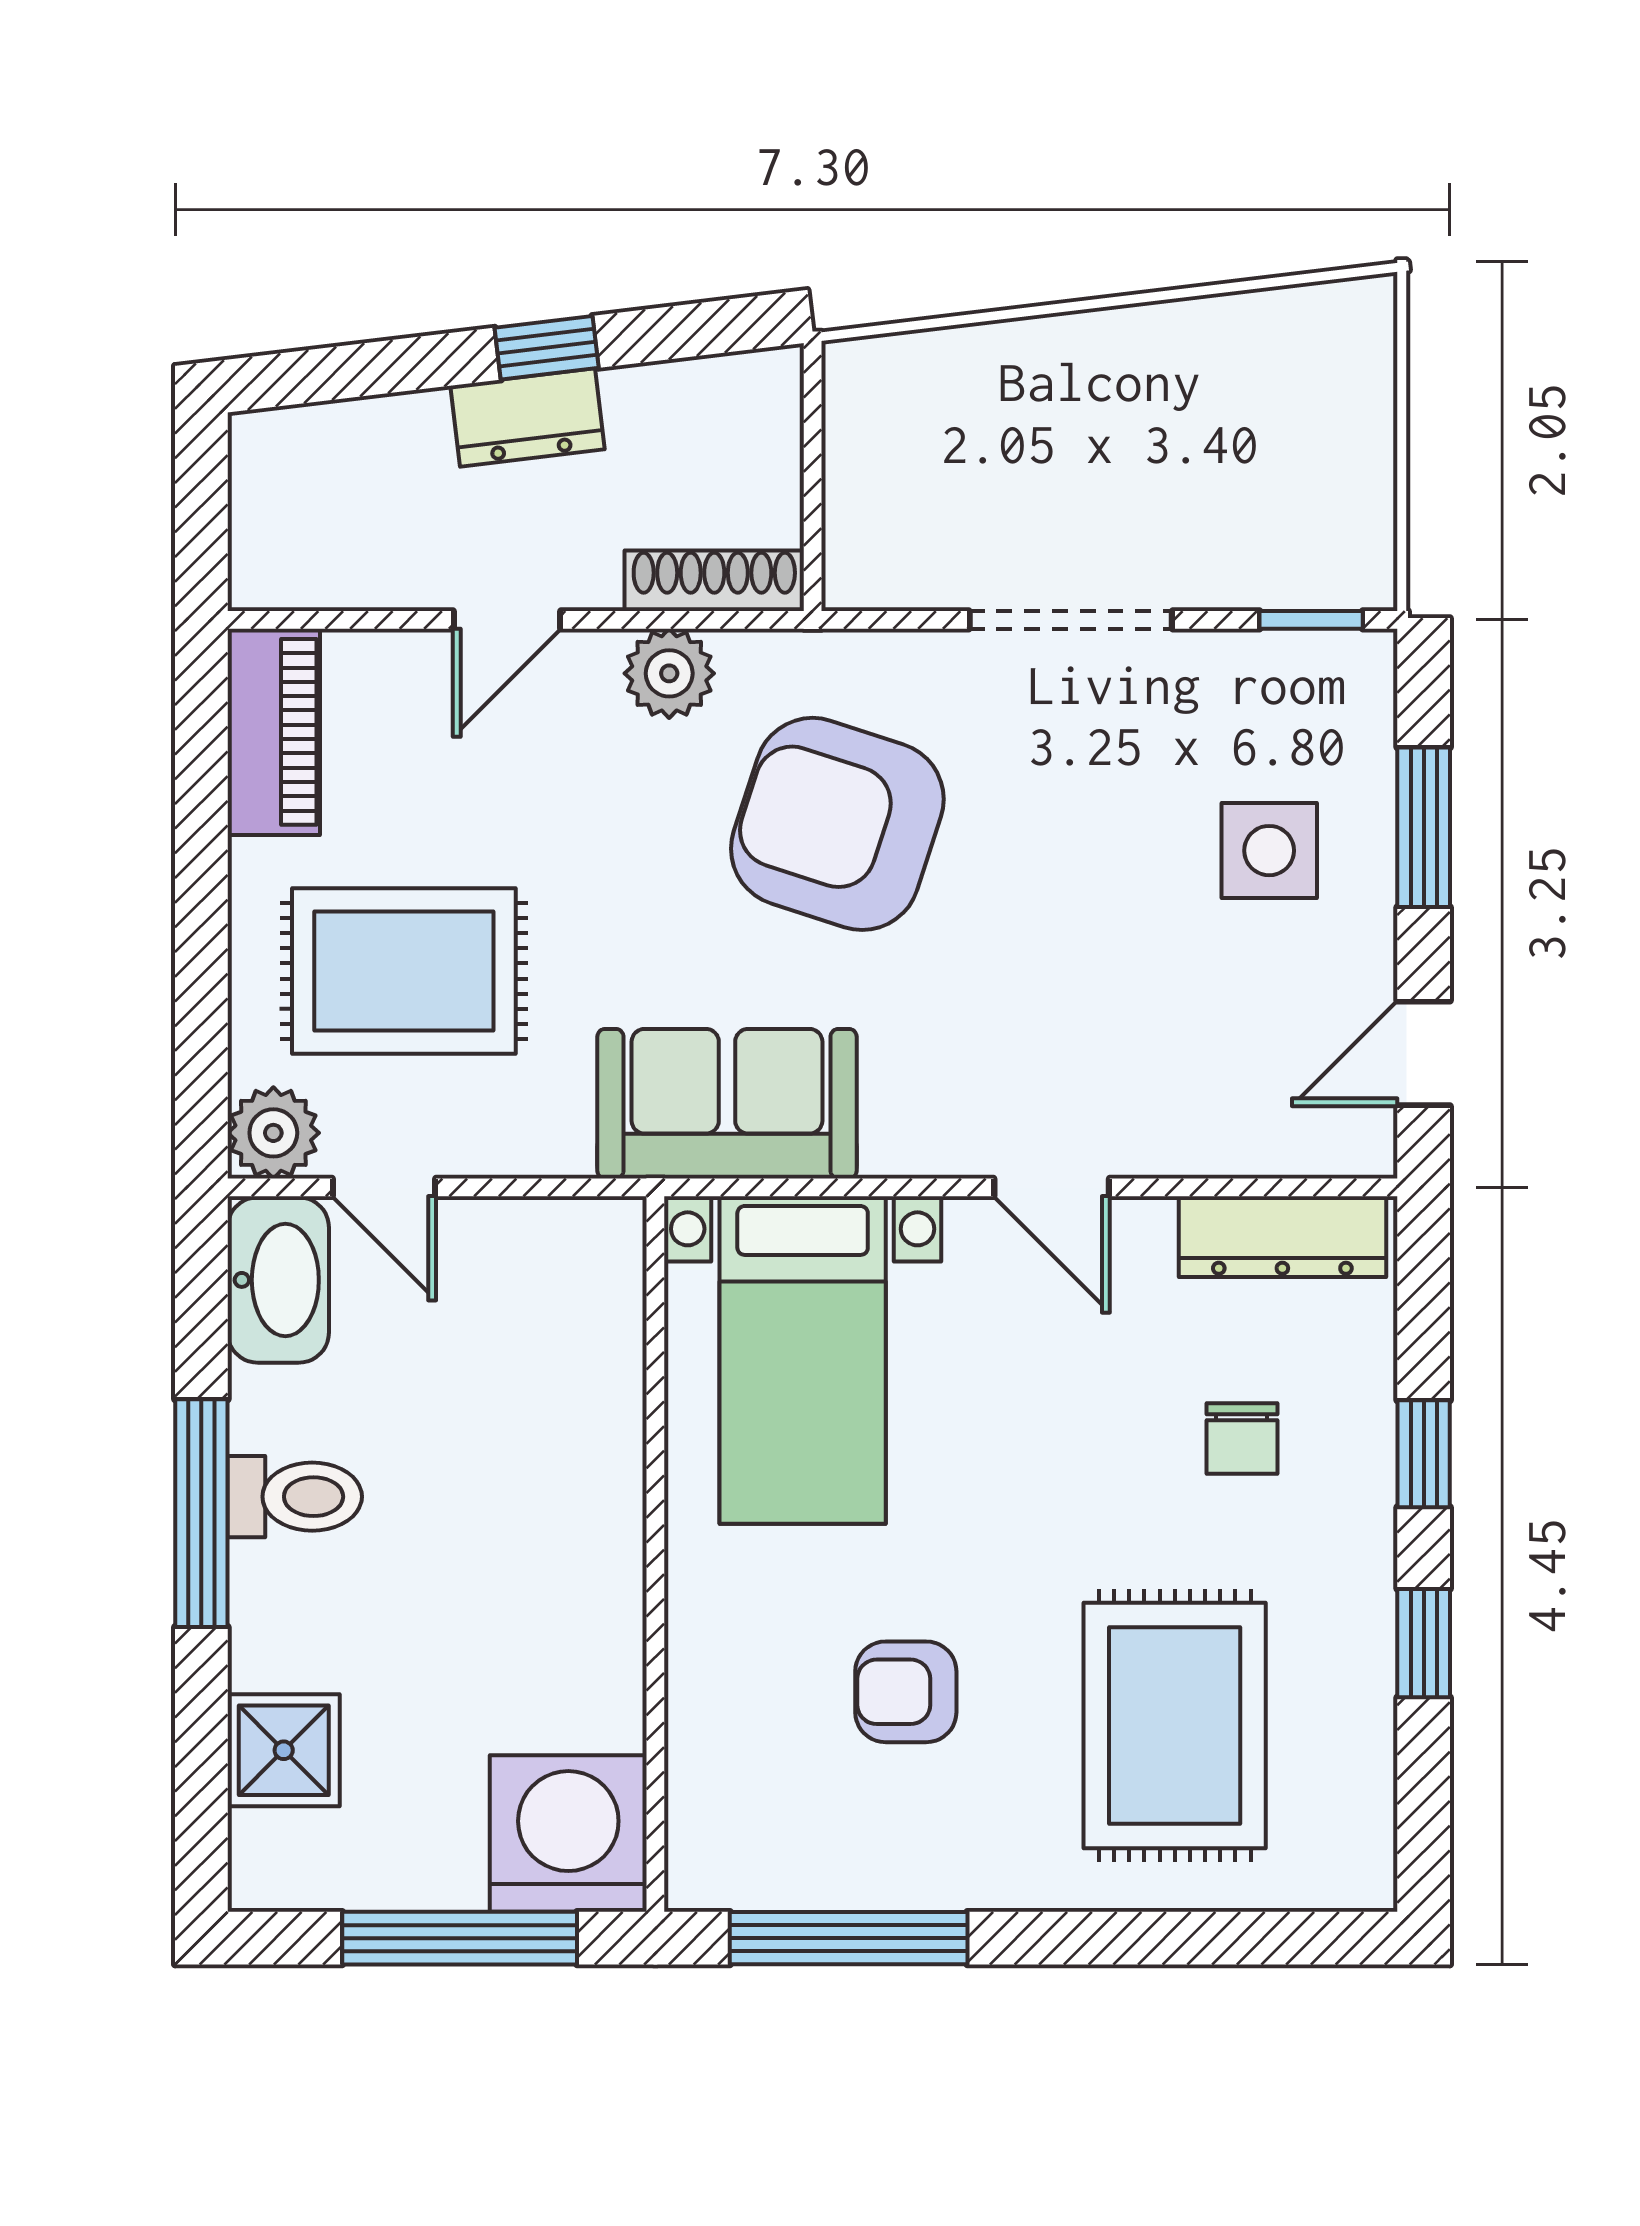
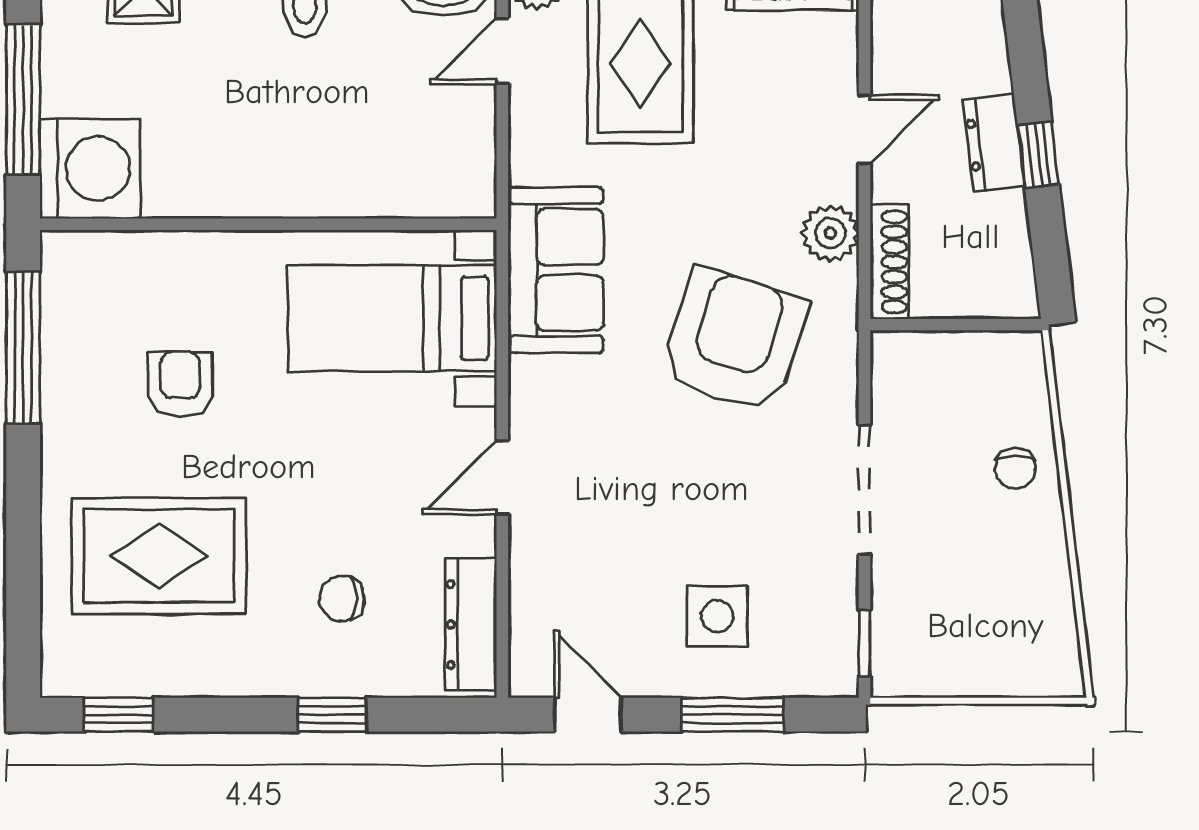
chair: (1038, 384) -> (1015, 469), added
door: (507, 620) -> (864, 130), swing flipped
window: (1424, 1643) -> (119, 715), moved

